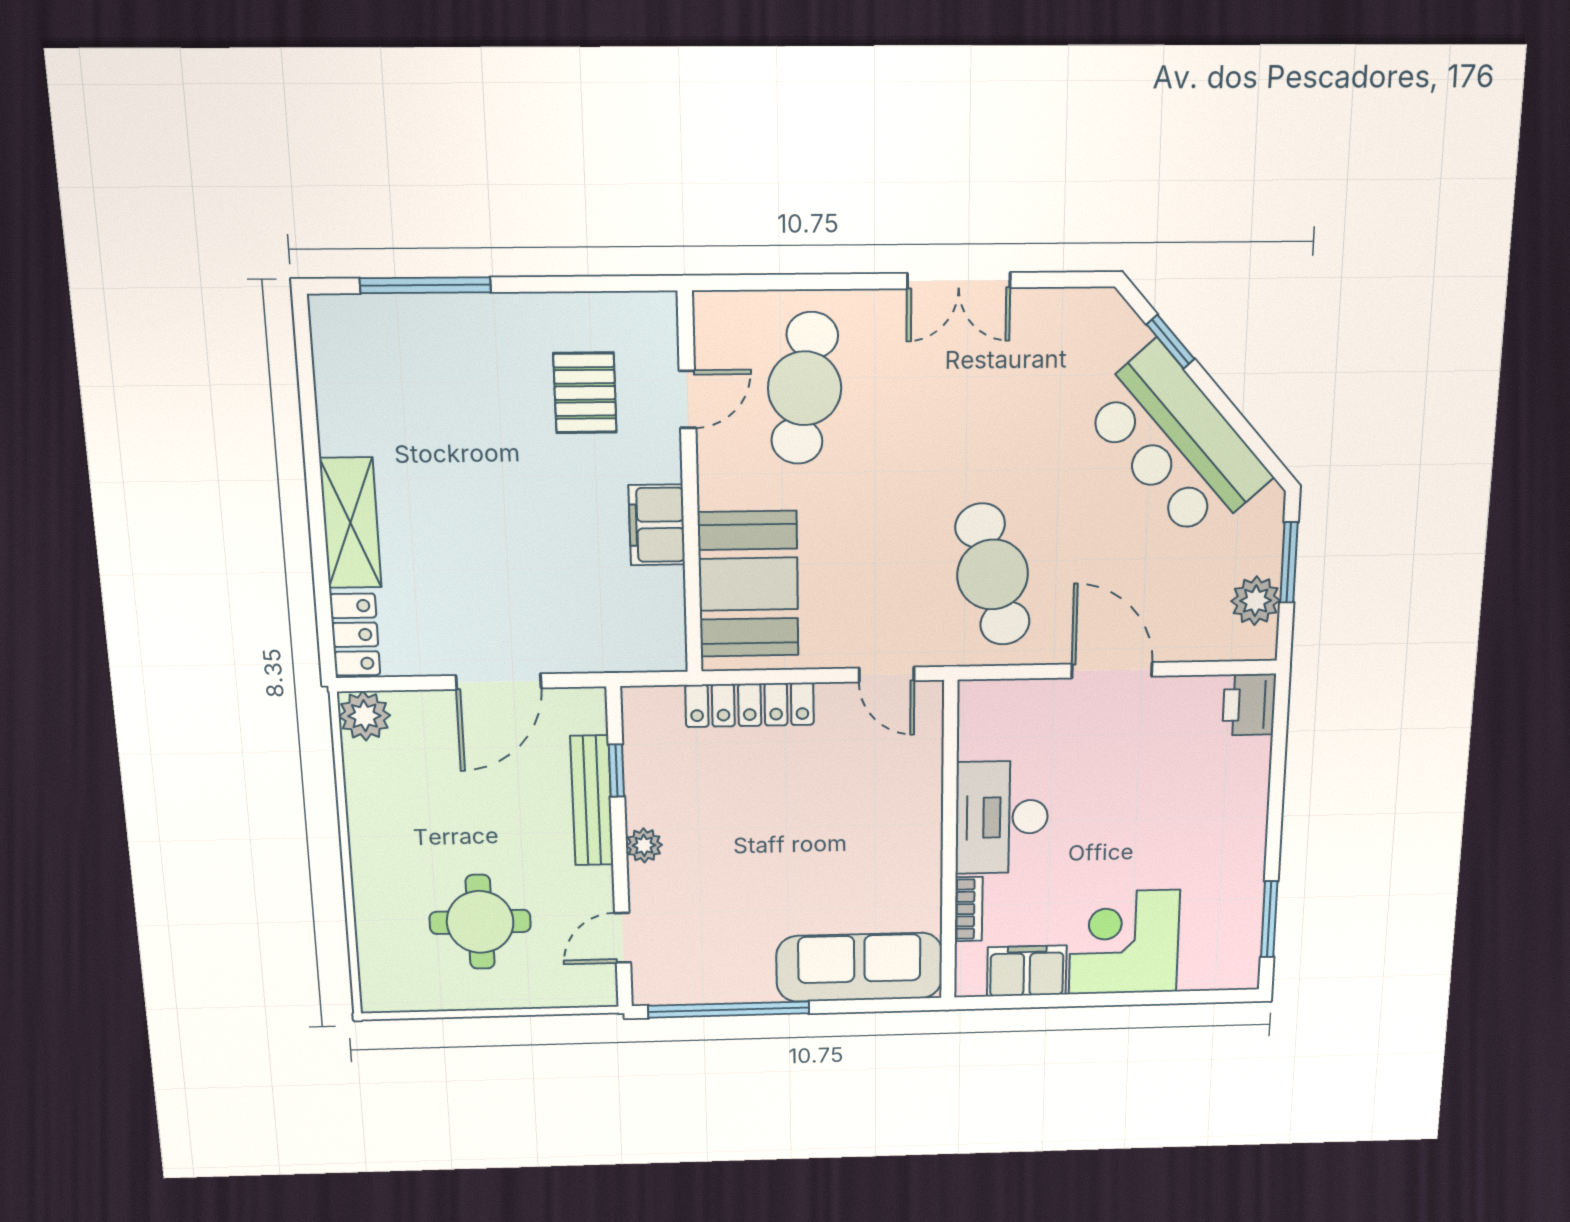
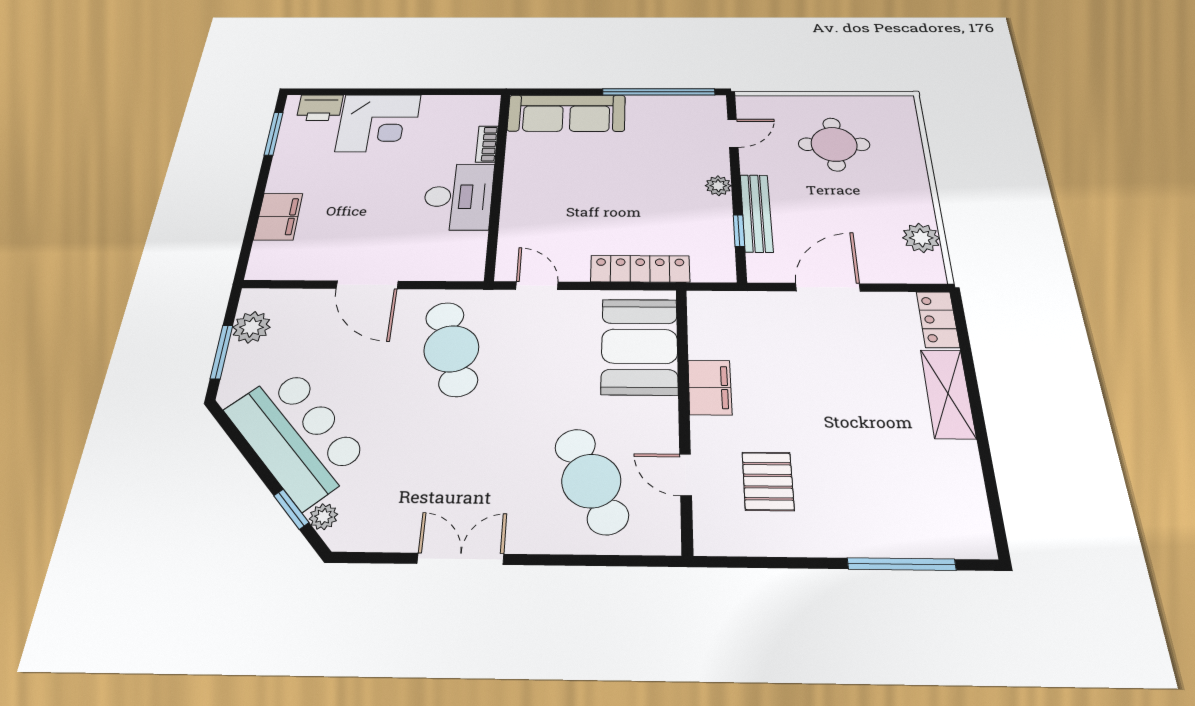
plant: (1130, 333) -> (323, 517), added
cafe table: (805, 388) -> (591, 481), turned -33
door: (687, 399) -> (686, 475), hinge flipped
printer: (1249, 705) -> (320, 108), moved, turned 90
plant: (364, 716) -> (921, 238), moved
filing cabinet: (1027, 971) -> (278, 217), moved, turned -90

